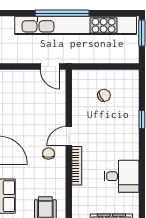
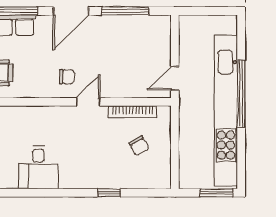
door: (69, 136) -> (88, 102), hinge flipped
bookcase: (77, 166) -> (133, 112), moved

